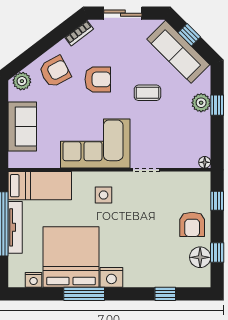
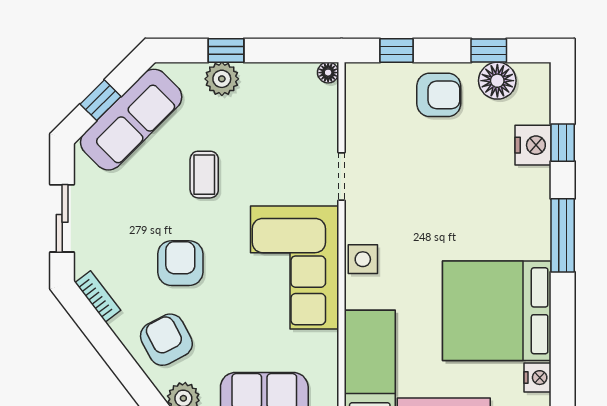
side table: (104, 195) -> (363, 259), moved
nightstand: (111, 277) -> (533, 145), moved
window: (84, 294) -> (563, 235), moved

